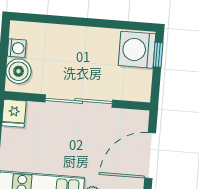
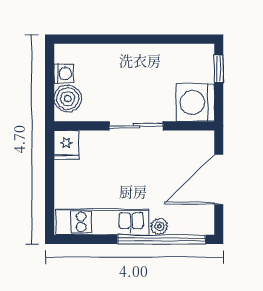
washing machine: (137, 50) -> (195, 102), moved
sliding door: (79, 101) -> (136, 126), width x0.73

